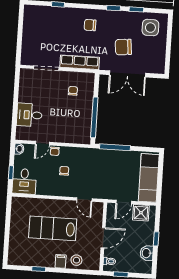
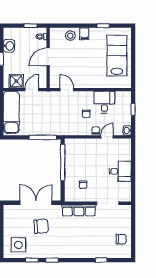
chair: (90, 25) -> (121, 239), moved
desk: (29, 115) -> (120, 171), moved
desk: (24, 181) -> (104, 102), moved
lab bench: (53, 228) -> (117, 56), moved, turned -90

